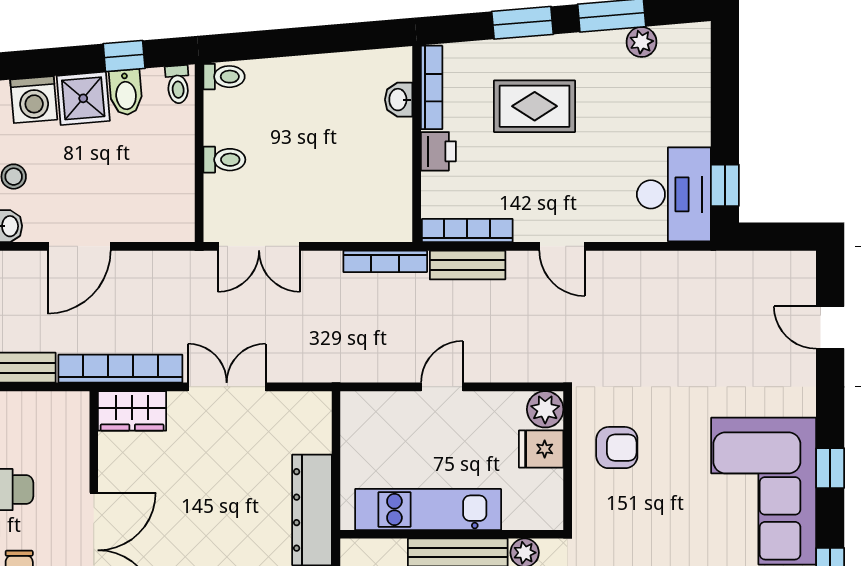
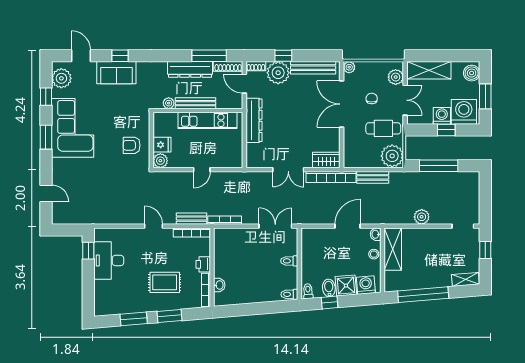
plant: (641, 42) -> (122, 308), removed
desk: (674, 194) -> (109, 260), moved
window: (830, 468) -> (46, 137), width x1.50

